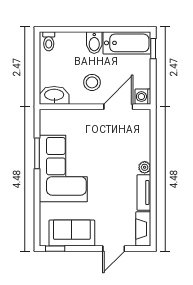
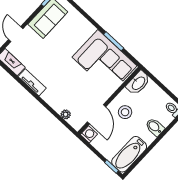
bidet: (94, 43) -> (155, 127), moved
plant: (145, 167) -> (66, 114), moved
corner sofa: (63, 169) -> (105, 62), moved

